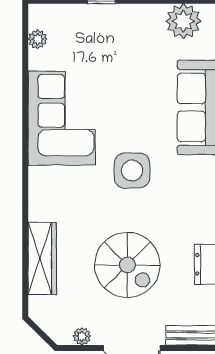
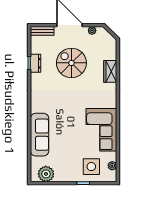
side table: (132, 170) -> (91, 167), moved
wardrobe: (42, 258) -> (110, 71), width x0.67

